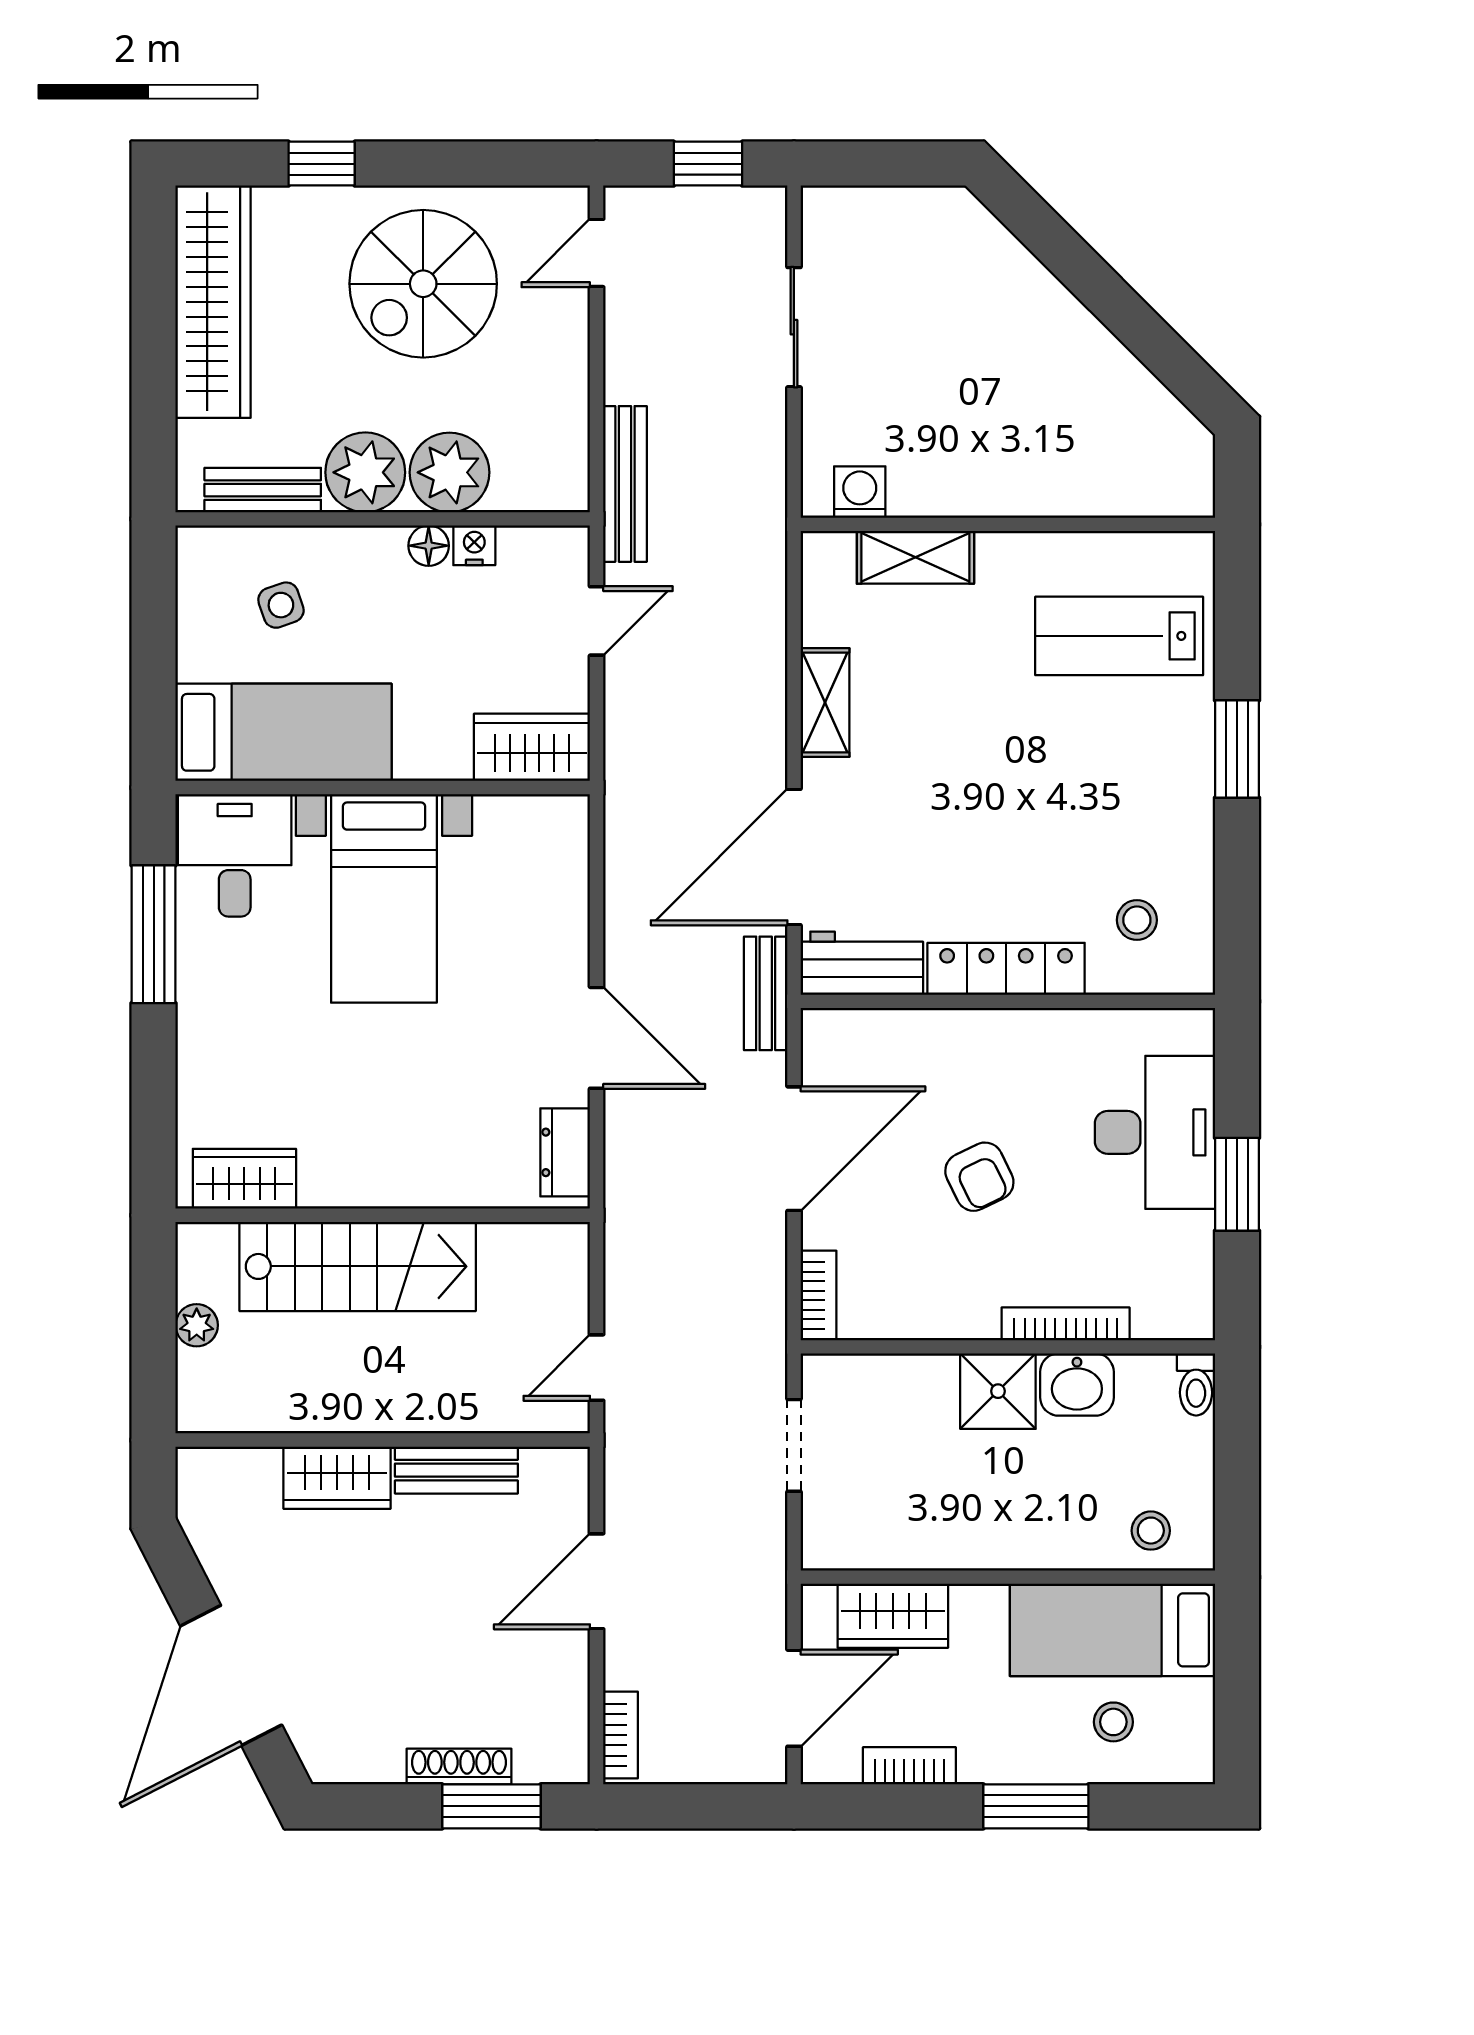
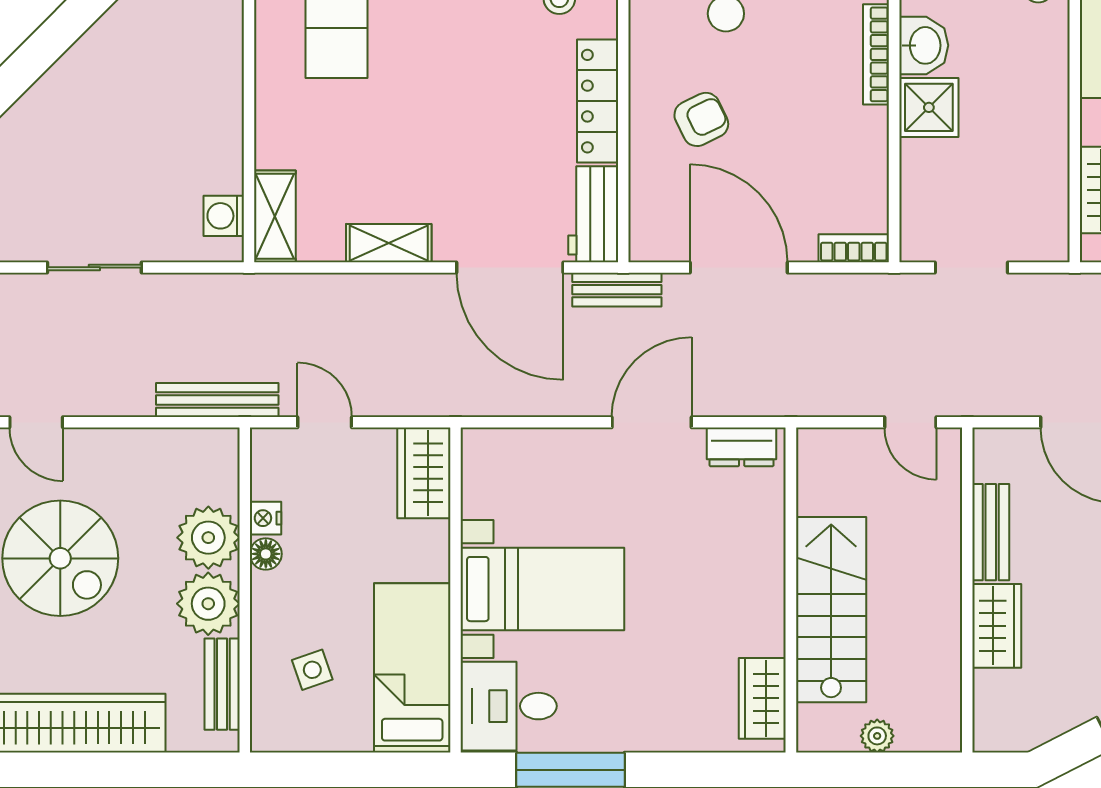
shelving: (915, 557) -> (275, 216), moved
armchair: (979, 1177) -> (701, 119), moved

